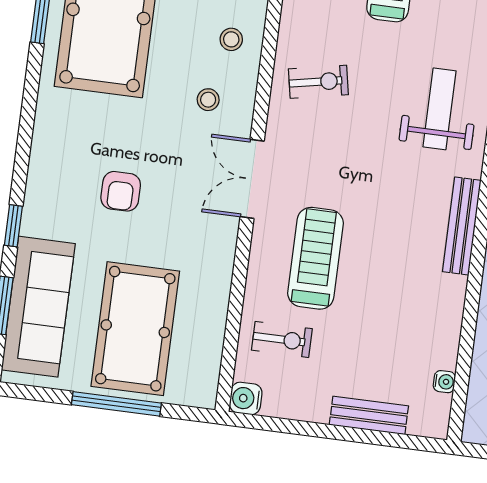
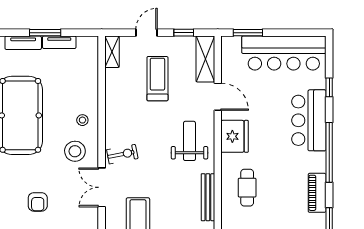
exercise bike: (318, 82) -> (122, 154), moved
stool: (208, 100) -> (75, 151), width x1.89, depth x1.89

